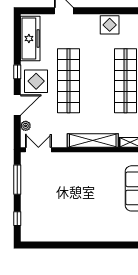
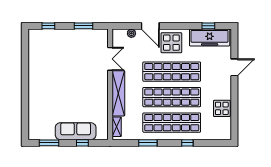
window: (17, 72) -> (208, 26), moved
shop shelf: (97, 81) -> (172, 97), added
double door: (38, 150) -> (110, 59), moved
window: (17, 180) -> (83, 26), width x0.69

